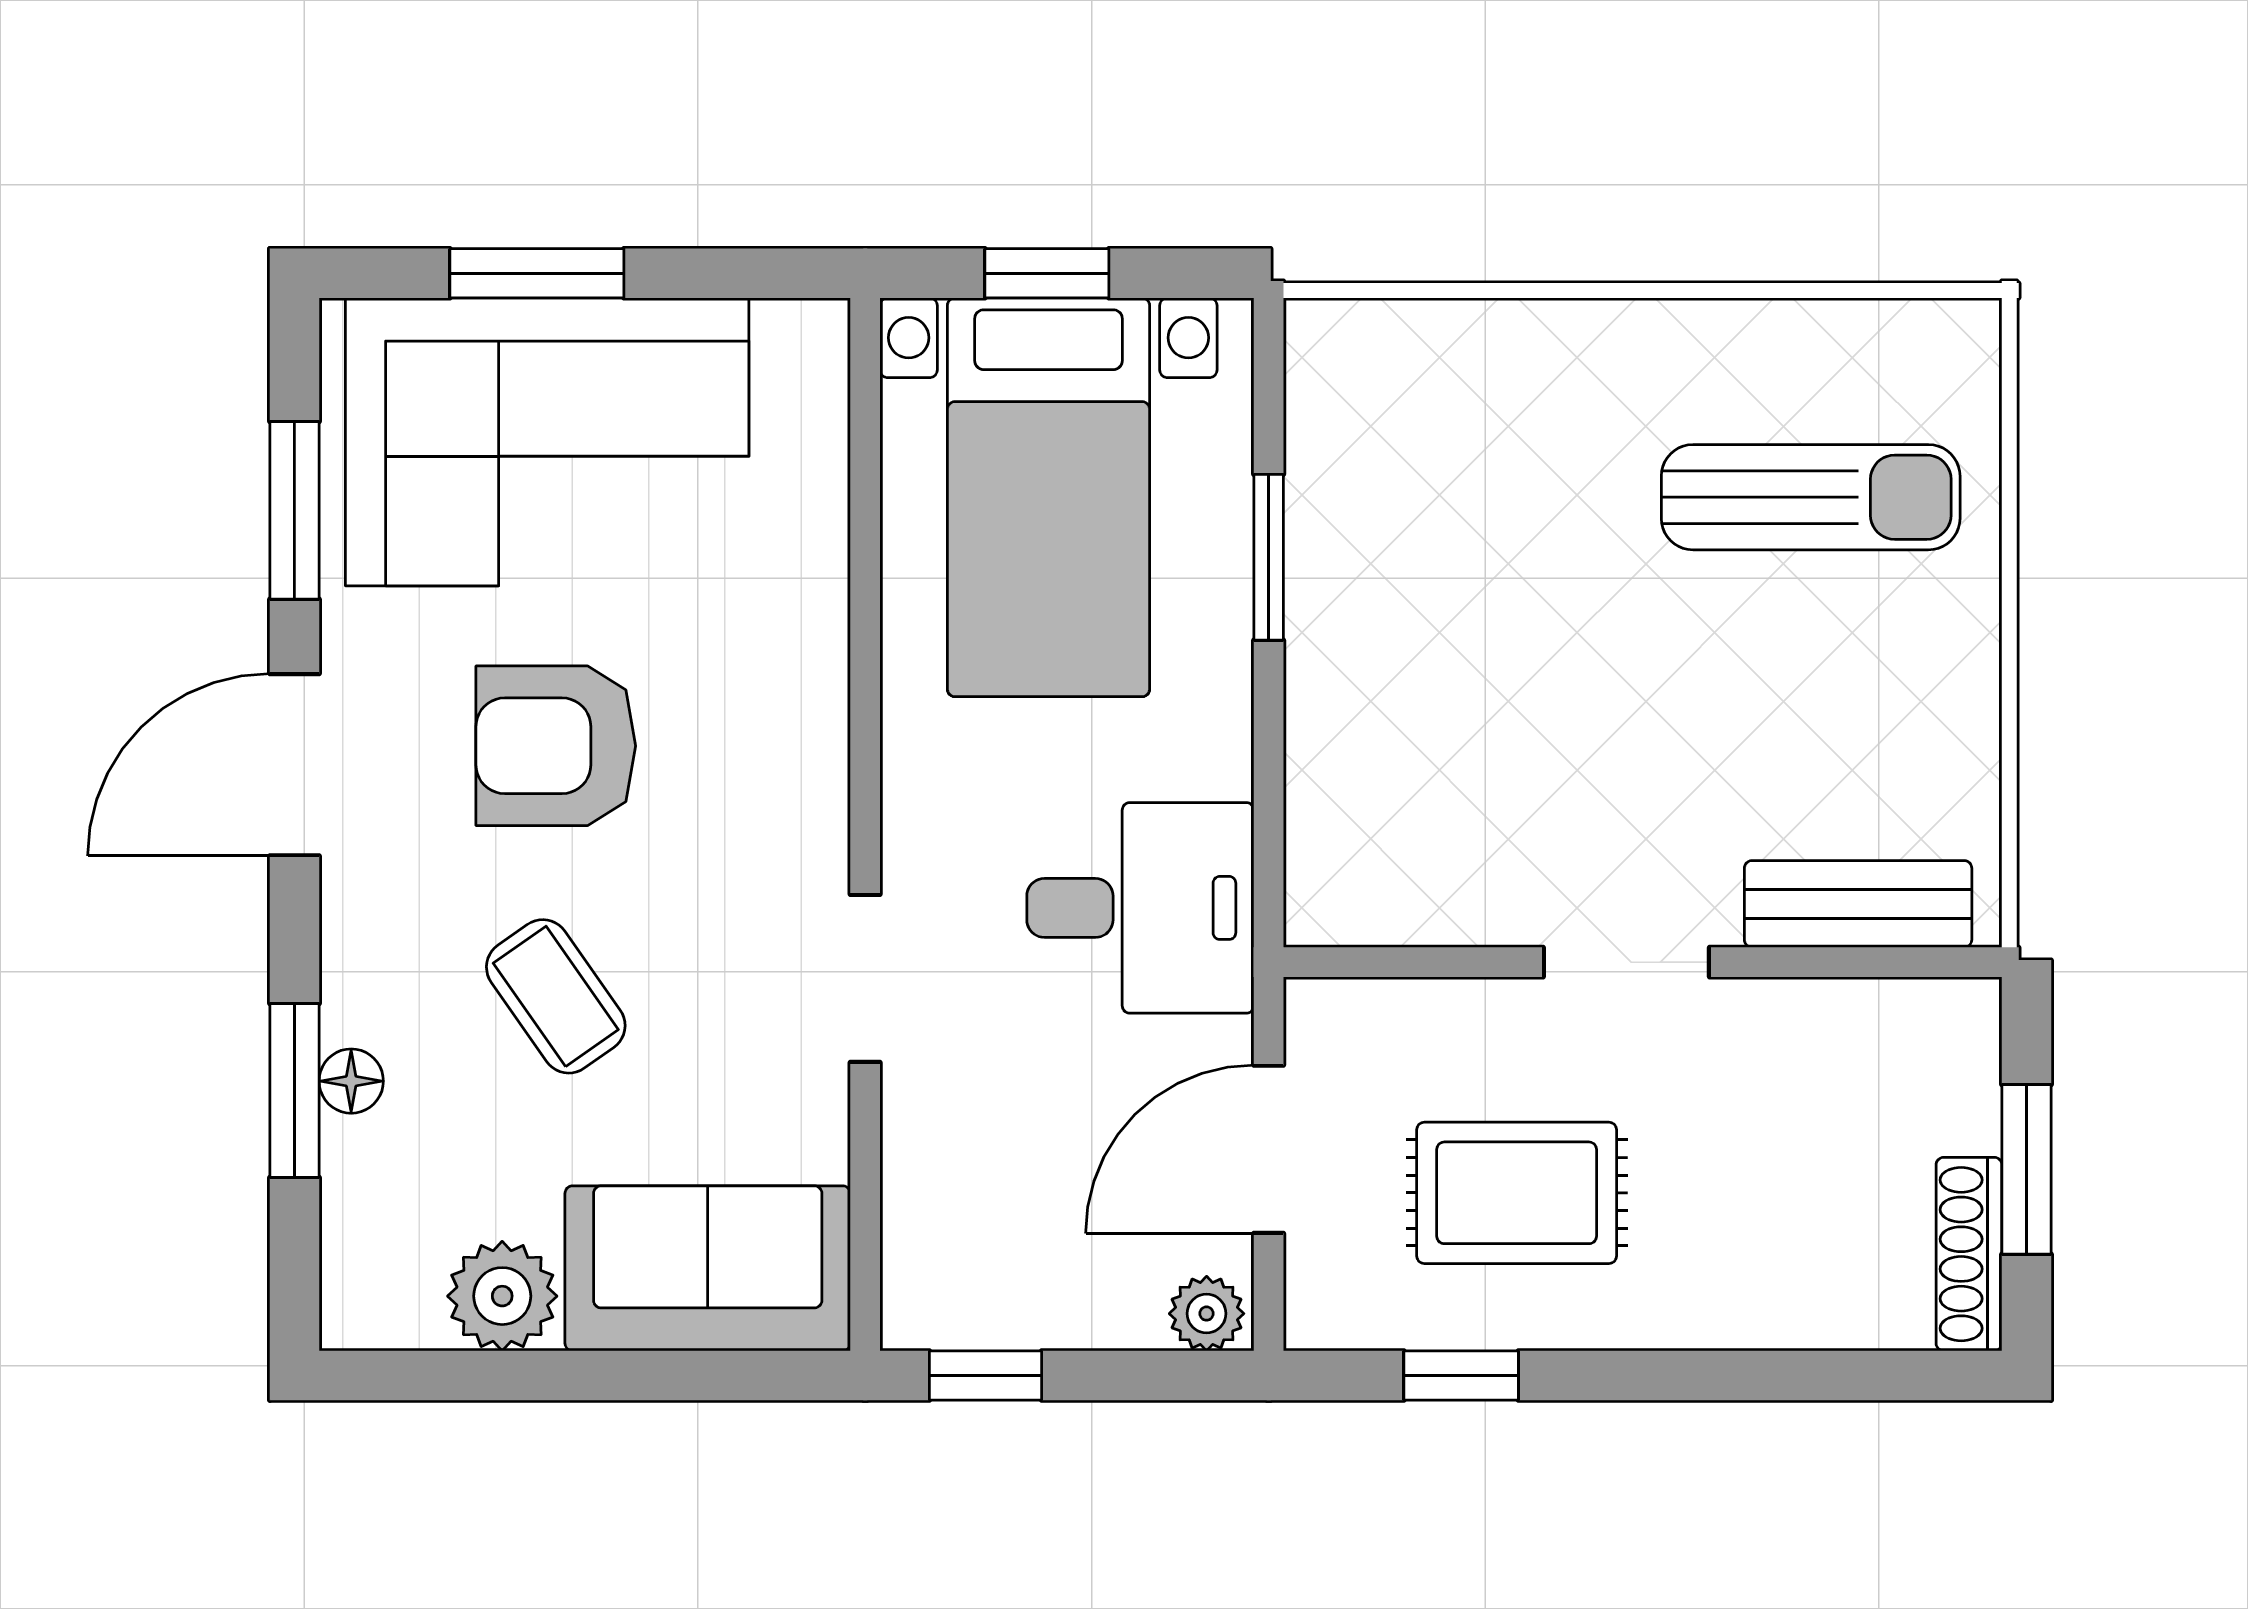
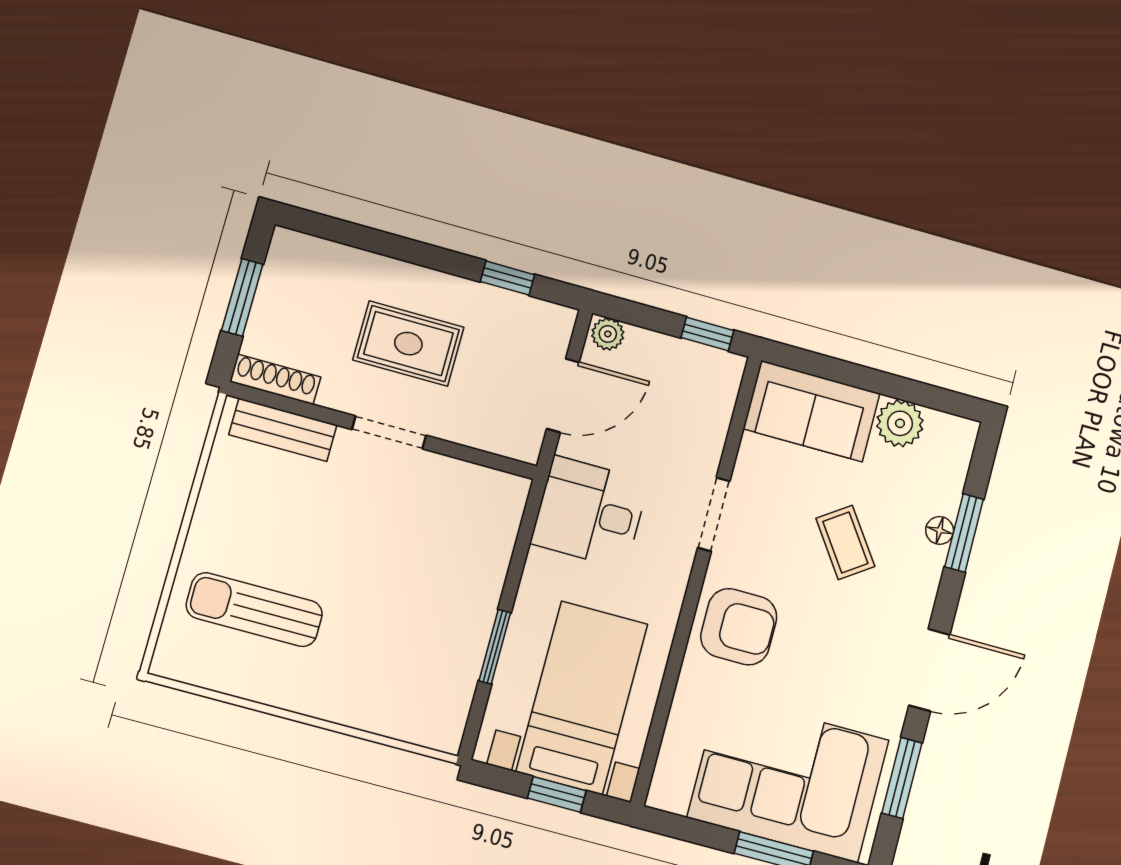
armchair: (556, 746) -> (739, 627), moved
rug: (1517, 1193) -> (408, 344), moved
shoe rack: (1969, 1254) -> (275, 379), moved, turned -90

